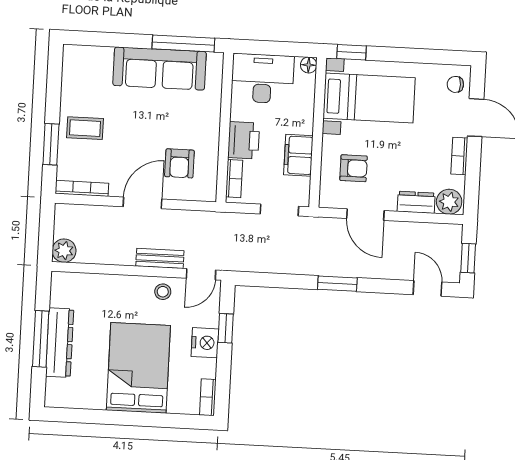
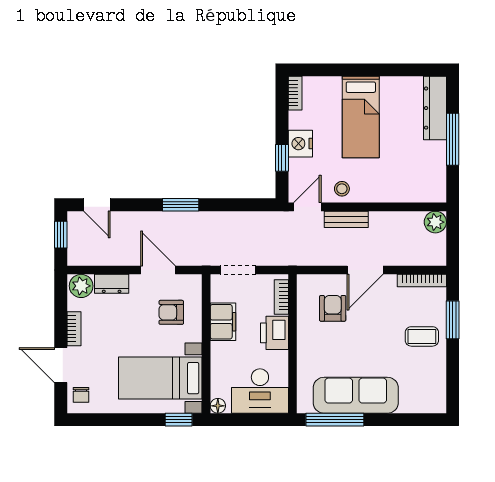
chair: (455, 84) -> (81, 395), turned 90
dresser: (60, 343) -> (435, 108), moved
bed: (138, 368) -> (361, 117), width x0.67

